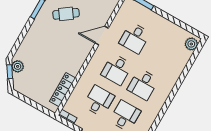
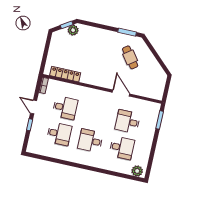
desk: (117, 69) -> (122, 148), moved, turned 180

